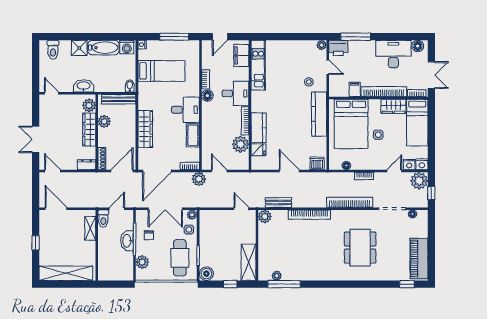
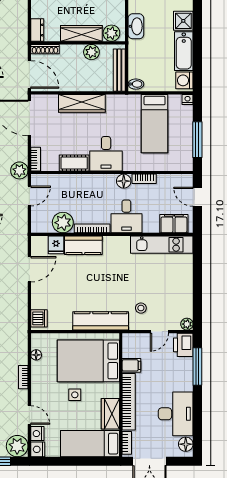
door: (289, 171) -> (29, 269), moved

